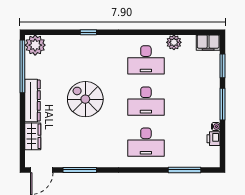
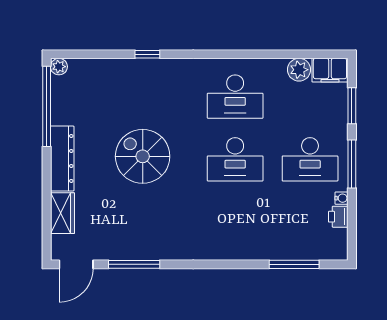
plant: (174, 42) -> (299, 70), moved
plant: (35, 45) -> (59, 67), width x0.53, depth x0.53
desk: (146, 142) -> (310, 159), moved

